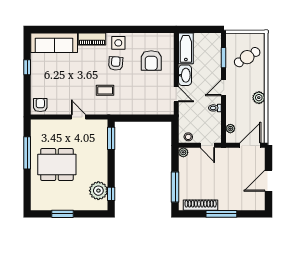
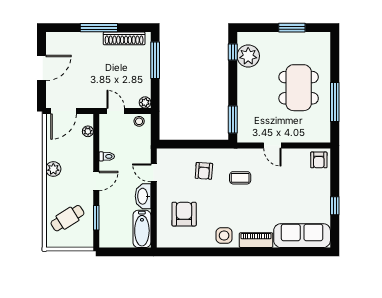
armchair: (116, 63) -> (204, 171), moved
dining table: (57, 164) -> (299, 88), turned 90

